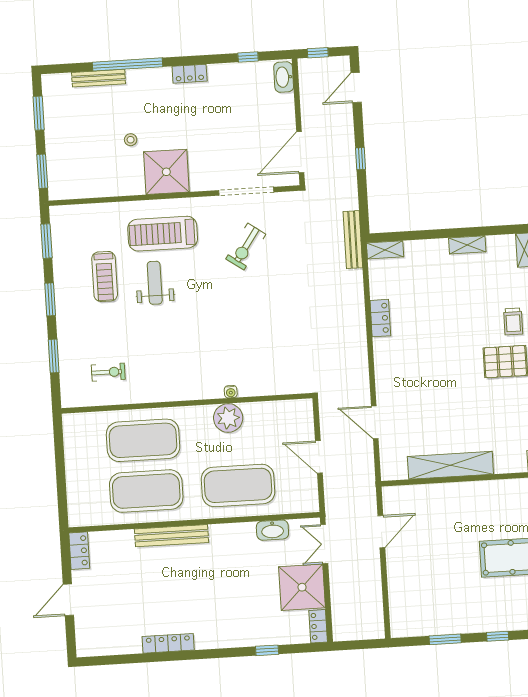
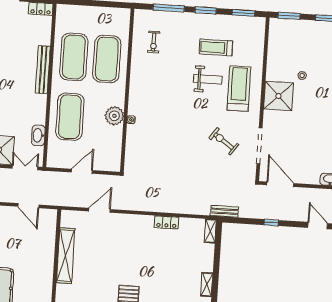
bench: (353, 240) -> (224, 211), width x0.73
window: (54, 356) -> (169, 8), width x1.44

